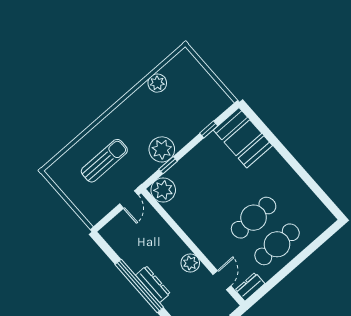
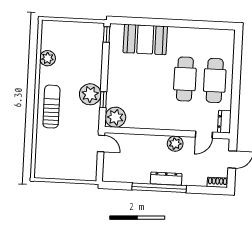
window: (209, 129) -> (107, 35), moved
booth: (243, 138) -> (145, 39), moved
sun lounger: (104, 161) -> (51, 107), moved
door: (222, 280) -> (204, 135), swing flipped

